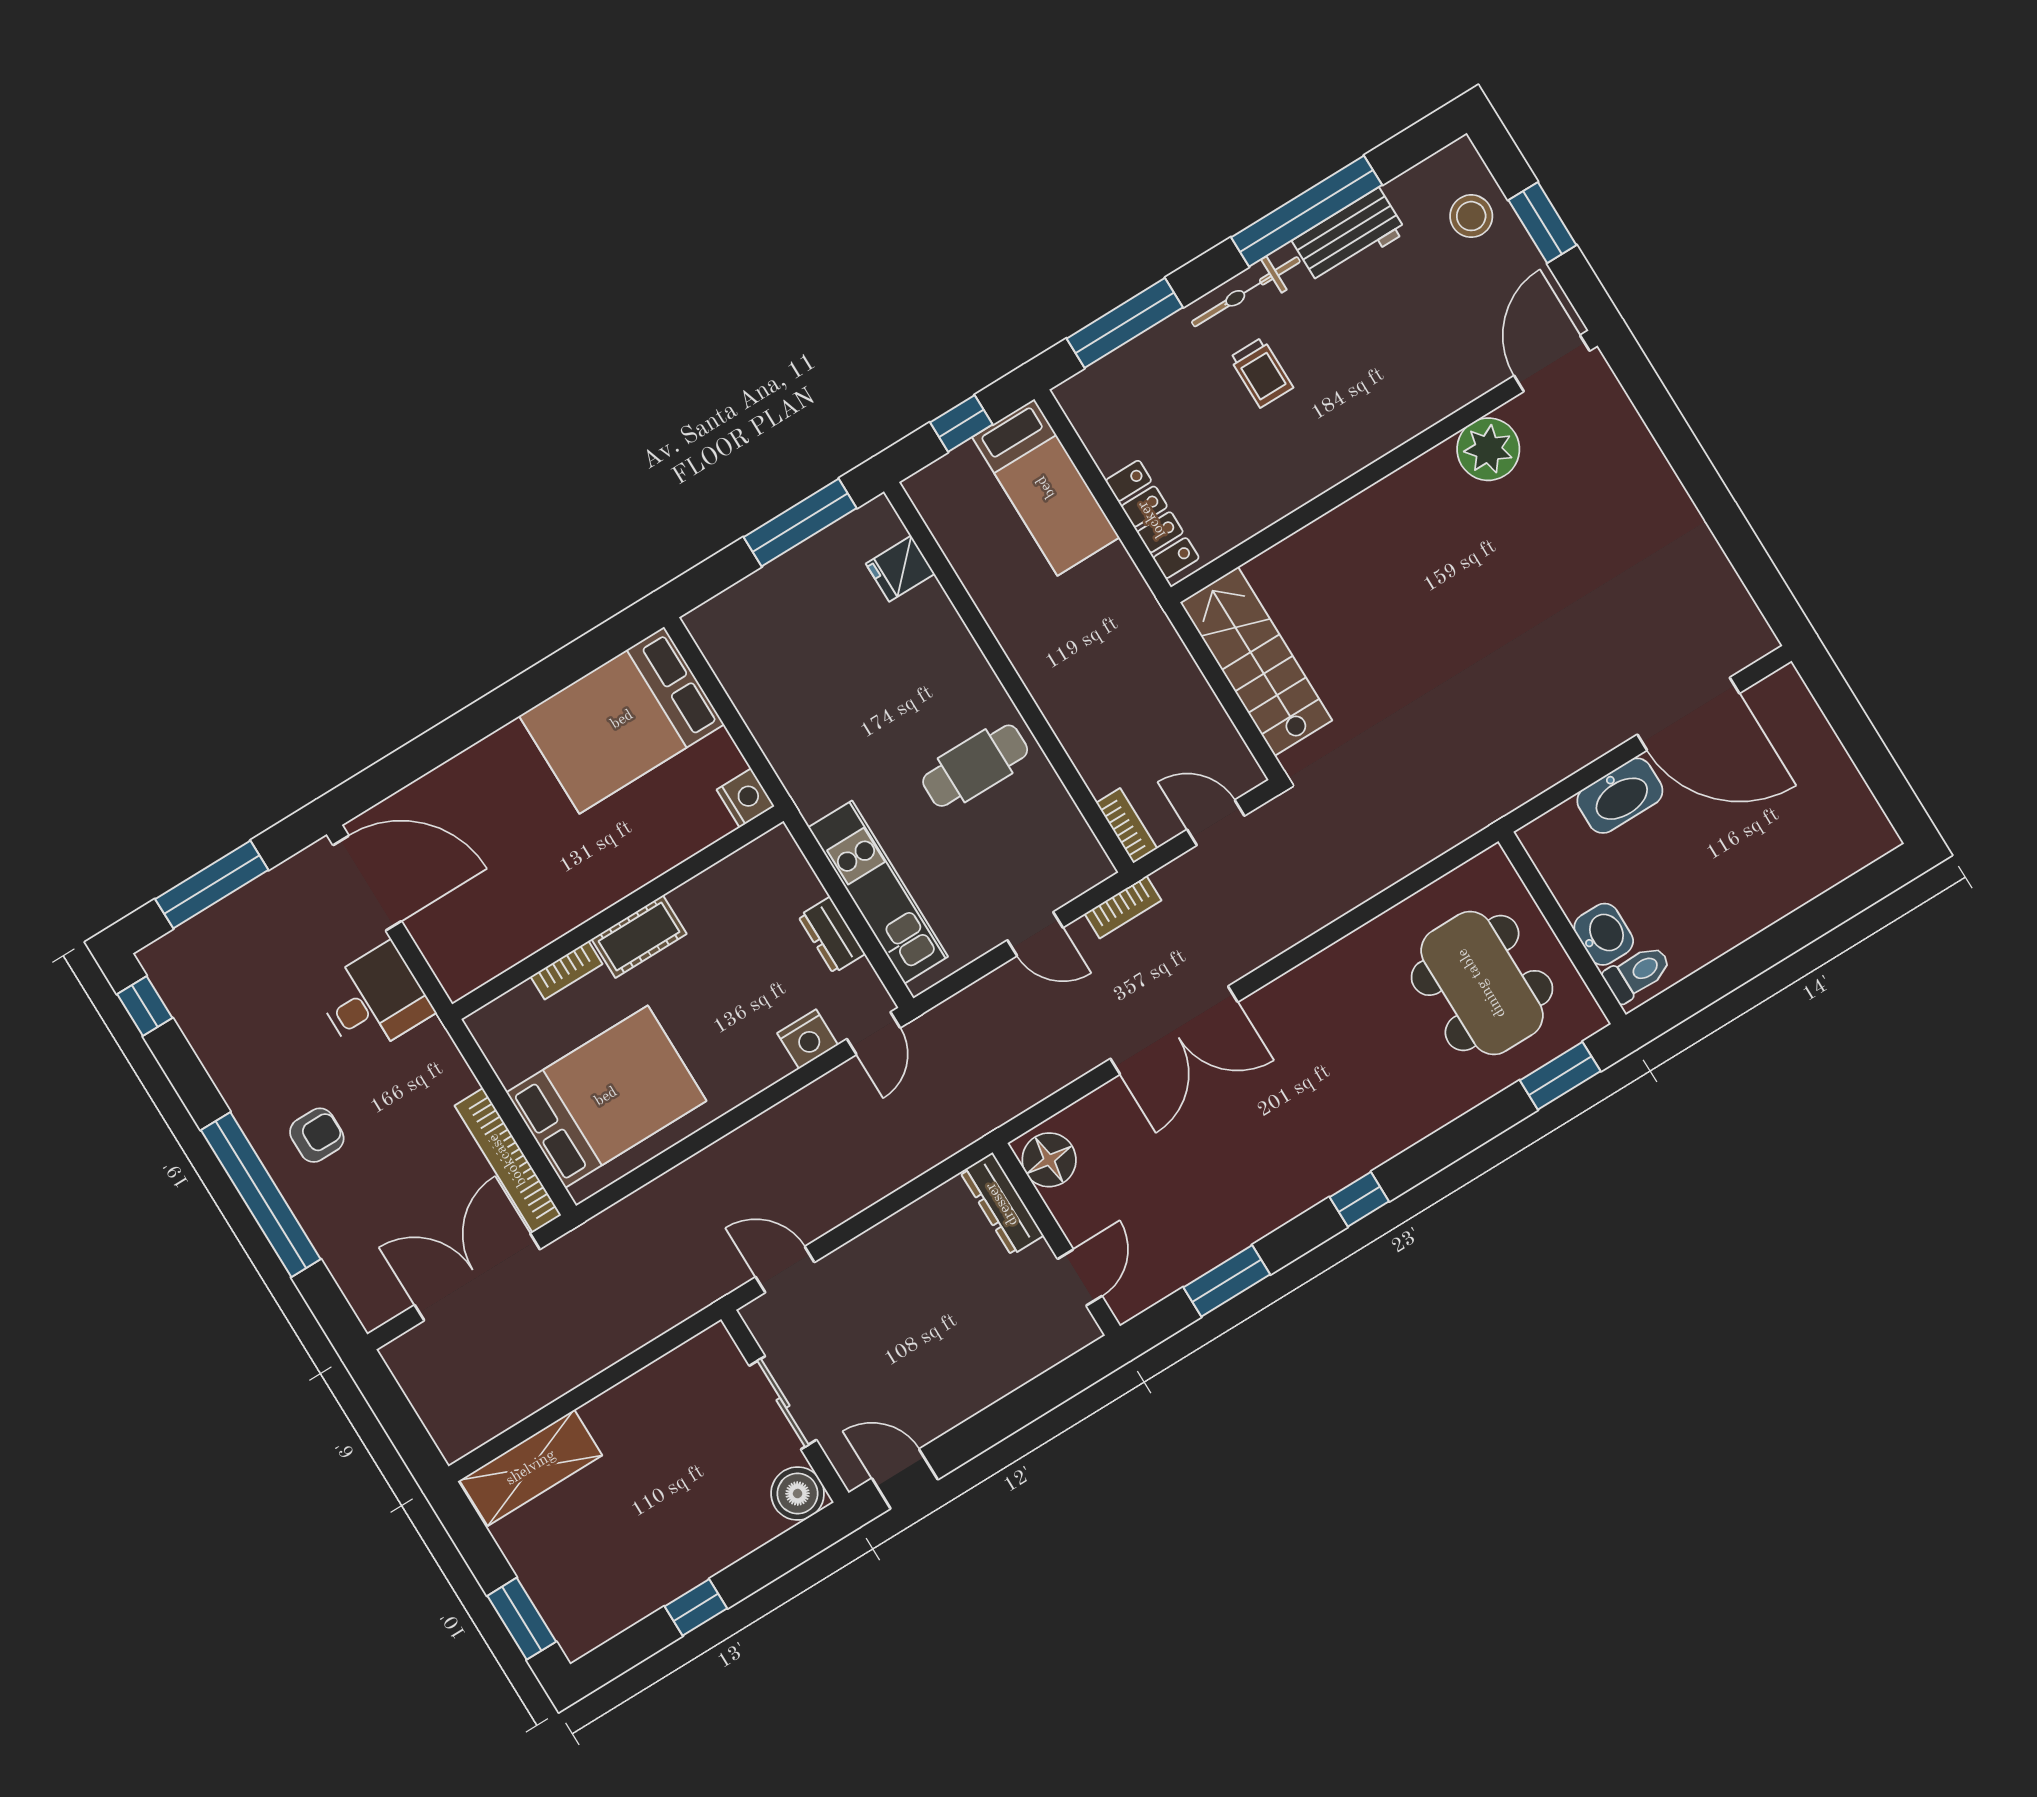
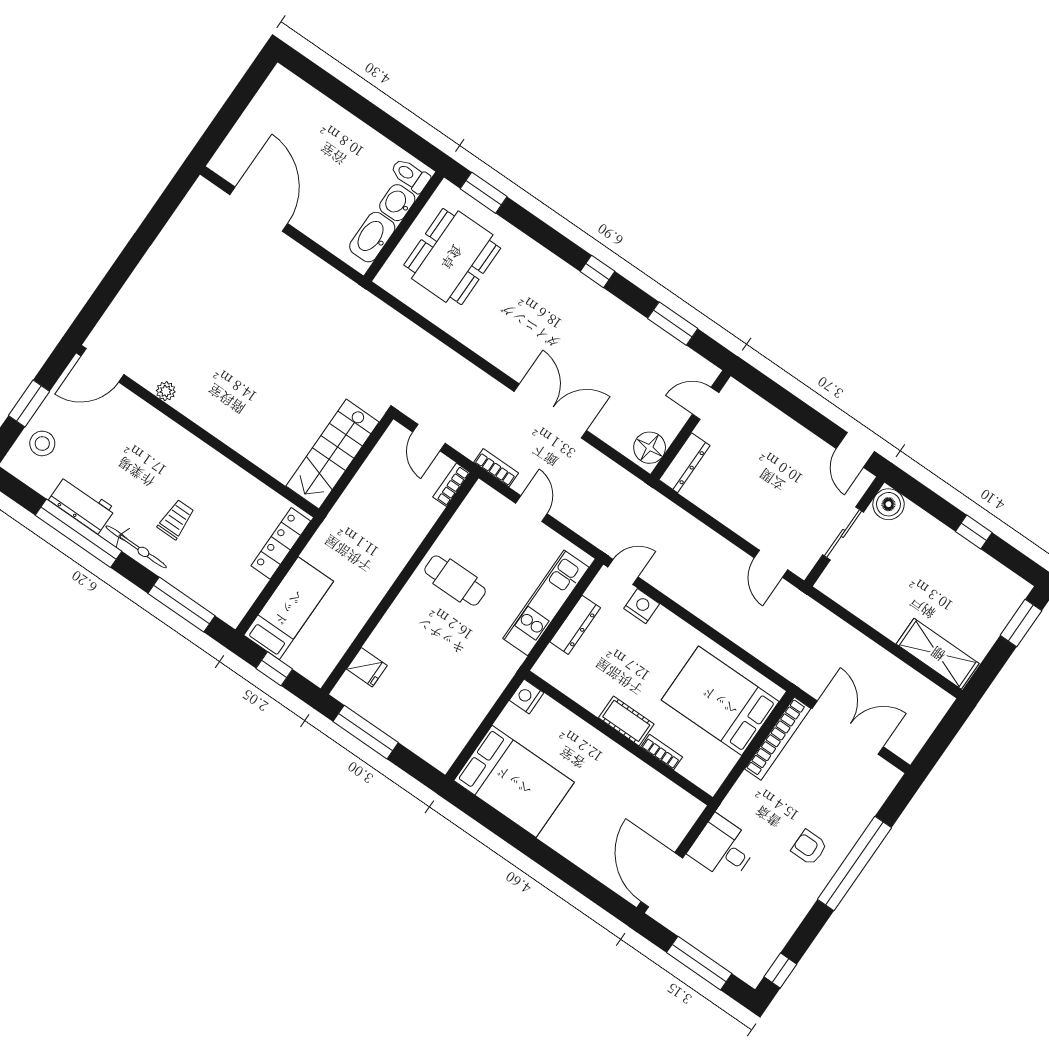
plant: (1488, 449) -> (166, 391), width x0.53, depth x0.53
washbasin: (1620, 796) -> (372, 237), moved, turned -90
dresser: (832, 935) -> (575, 625), width x1.44
double door: (477, 1277) -> (848, 728), swing flipped

